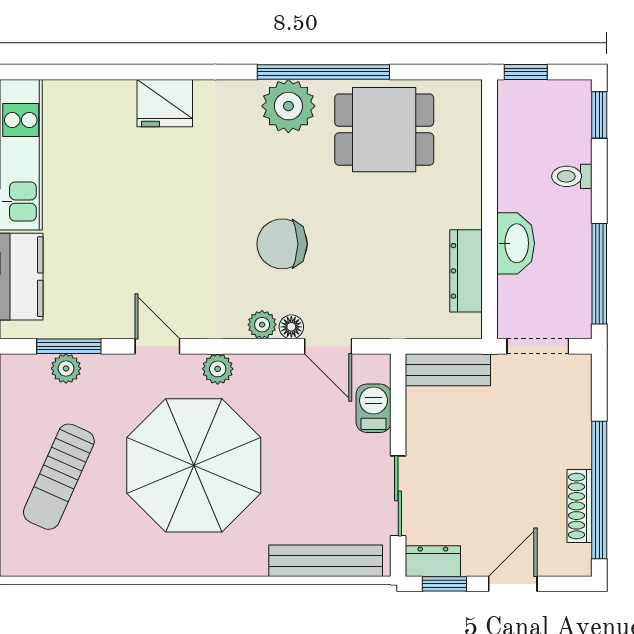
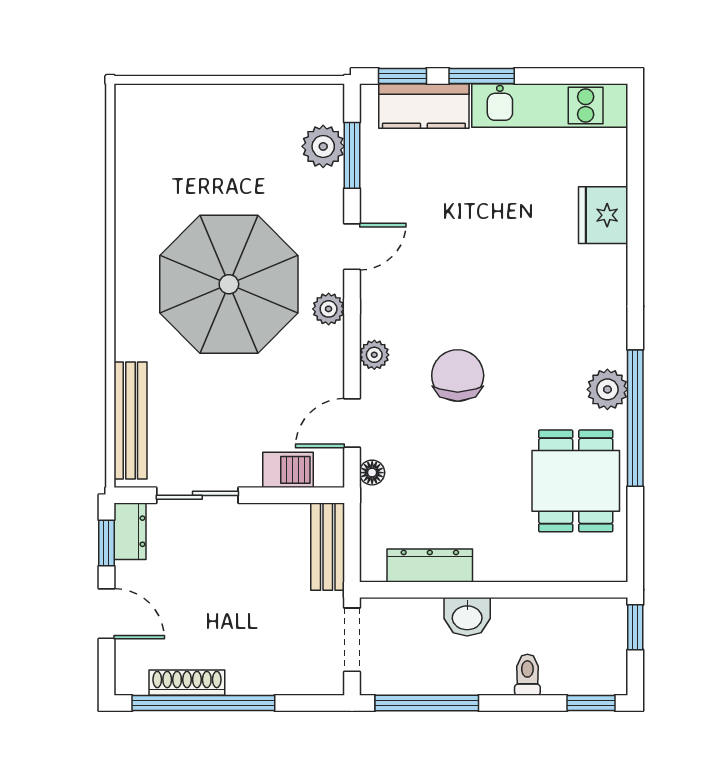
fridge: (165, 103) -> (603, 215), moved
plant: (288, 106) -> (607, 389), width x0.73, depth x0.73
washbasin: (516, 243) -> (467, 617), width x0.72
floor lamp: (291, 327) -> (372, 473), moved
plant: (66, 368) -> (323, 146), width x1.38, depth x1.38
sun lounger: (59, 477) -> (217, 145), removed

